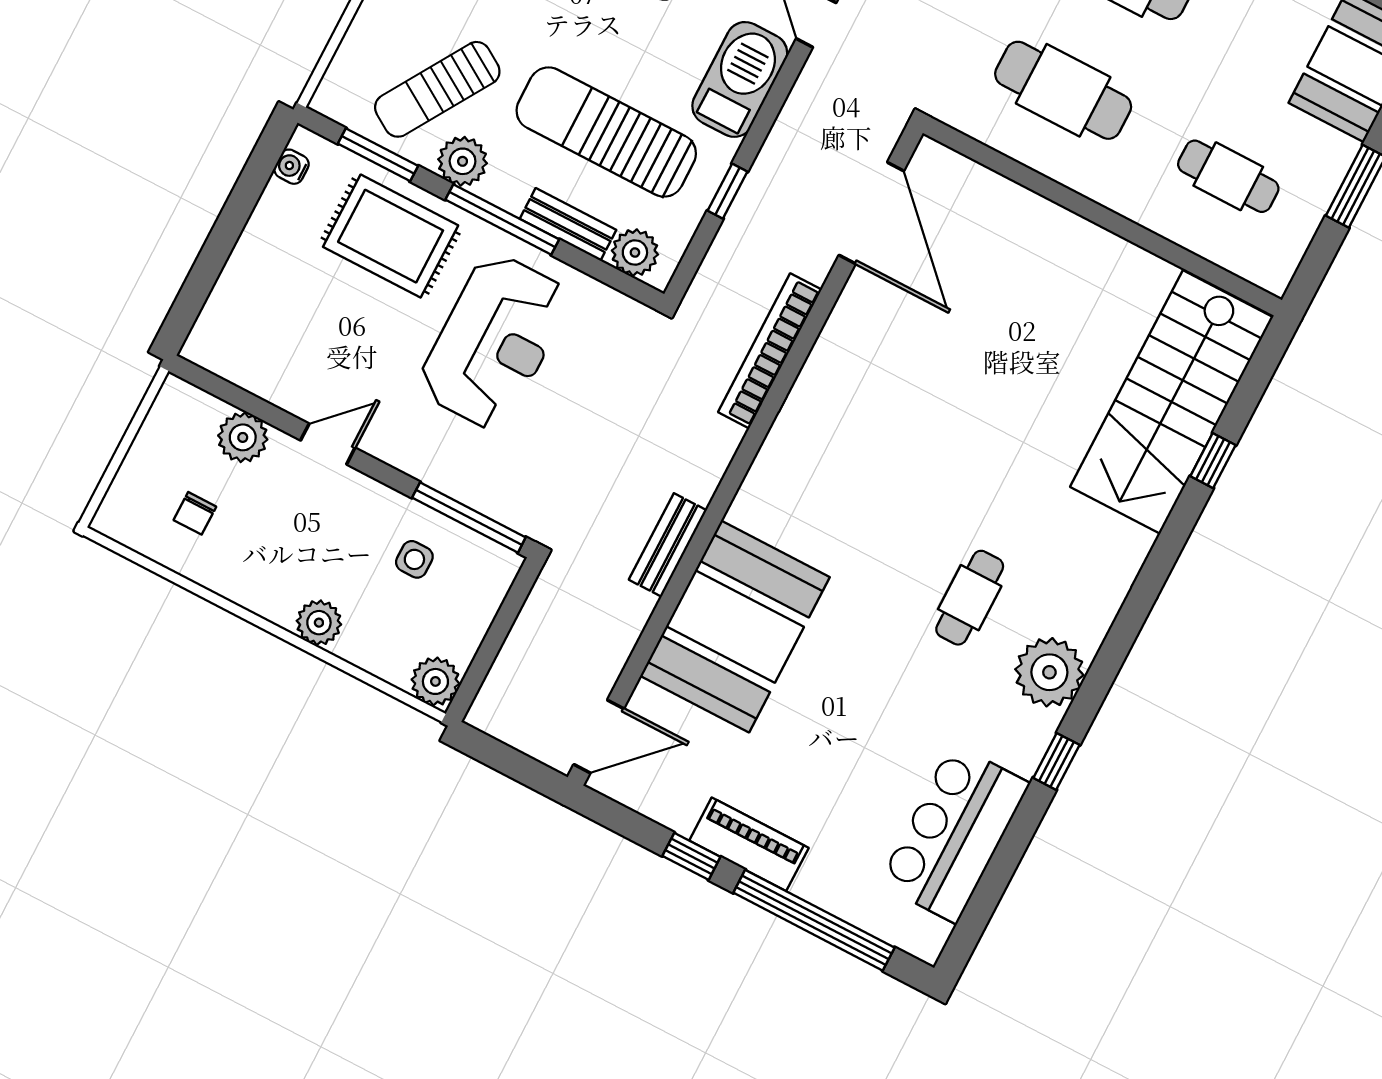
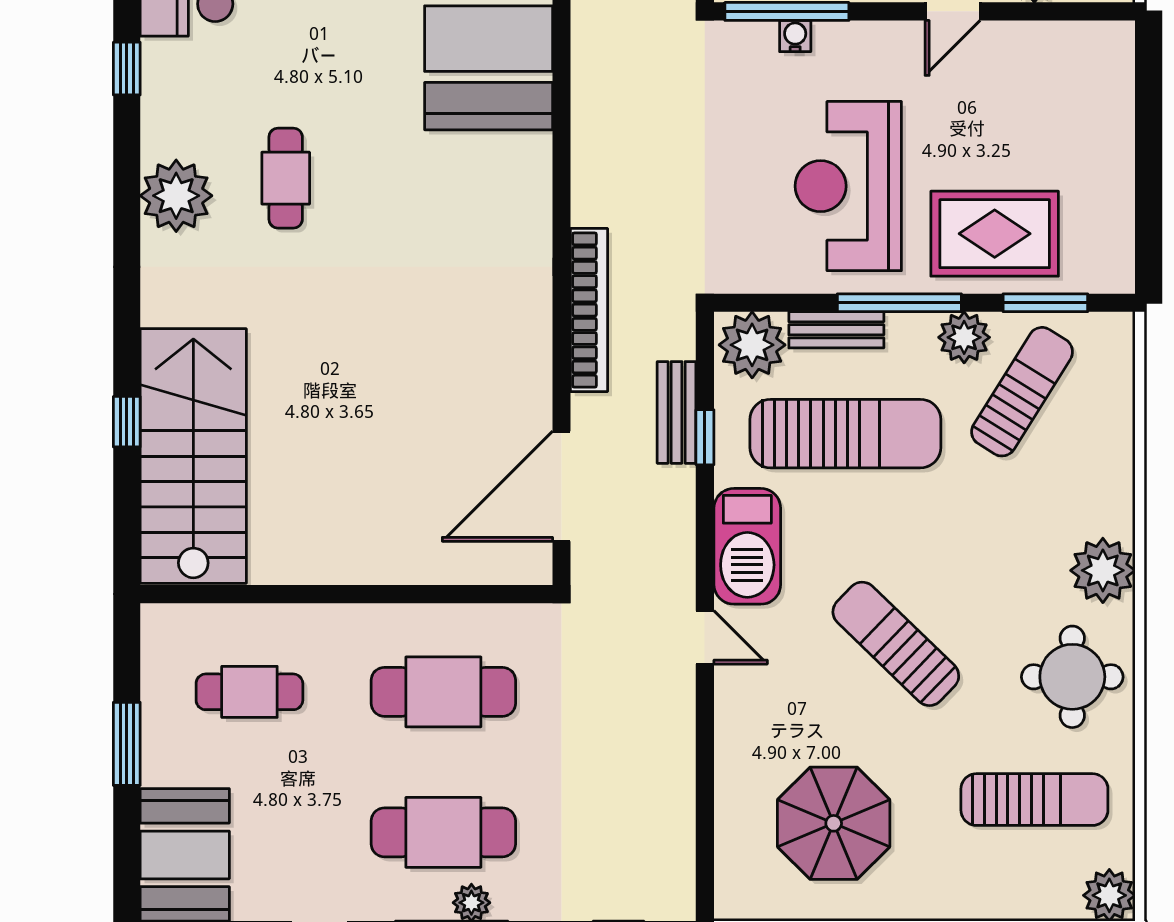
water cooler: (291, 167) -> (795, 36), moved, turned -90
door: (871, 213) -> (562, 486), hinge flipped
plant: (635, 252) -> (752, 345), width x1.36, depth x1.36
bench: (668, 545) -> (677, 412), moved
plant: (1049, 672) -> (176, 196), moved

